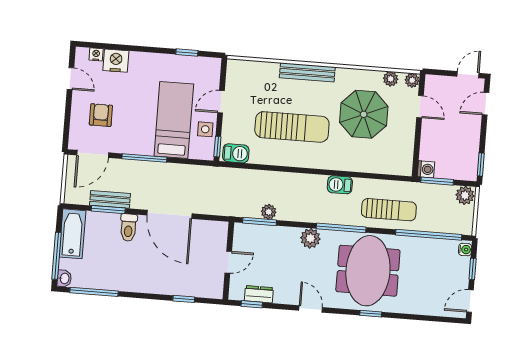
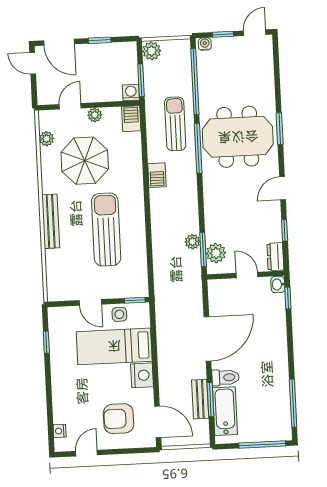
nightstand: (116, 61) -> (142, 375), moved, turned 180
plant: (412, 80) -> (95, 115), moved
door: (486, 104) -> (59, 42), width x1.38
armchair: (101, 115) -> (119, 419), width x1.38, depth x1.38
barbecue: (236, 153) -> (131, 119), moved
window: (144, 158) -> (155, 371), removed
window: (481, 164) -> (100, 40), moved
window: (341, 228) -> (198, 148), moved
bathtub: (72, 234) -> (225, 411), moved, turned 90
plant: (310, 238) -> (216, 253), moved
washbasin: (64, 278) -> (278, 284), moved, turned -90
dresser: (259, 294) -> (275, 257), moved
window: (184, 299) -> (288, 298), moved
door: (470, 301) -> (255, 33), swing flipped
window: (252, 304) -> (285, 230), moved
window: (371, 314) -> (280, 129), width x1.50

